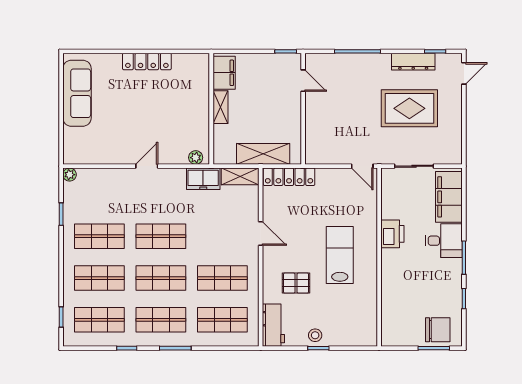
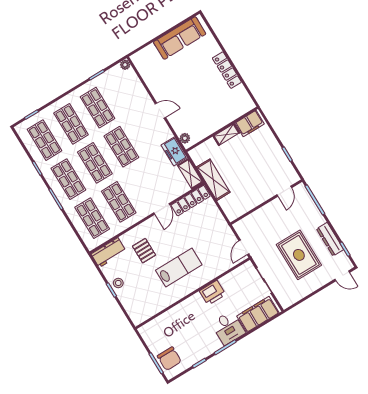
door: (303, 81) -> (284, 191), moved
wall: (303, 109) -> (266, 202), moved
locker: (289, 177) -> (191, 201), moved, turned -90

